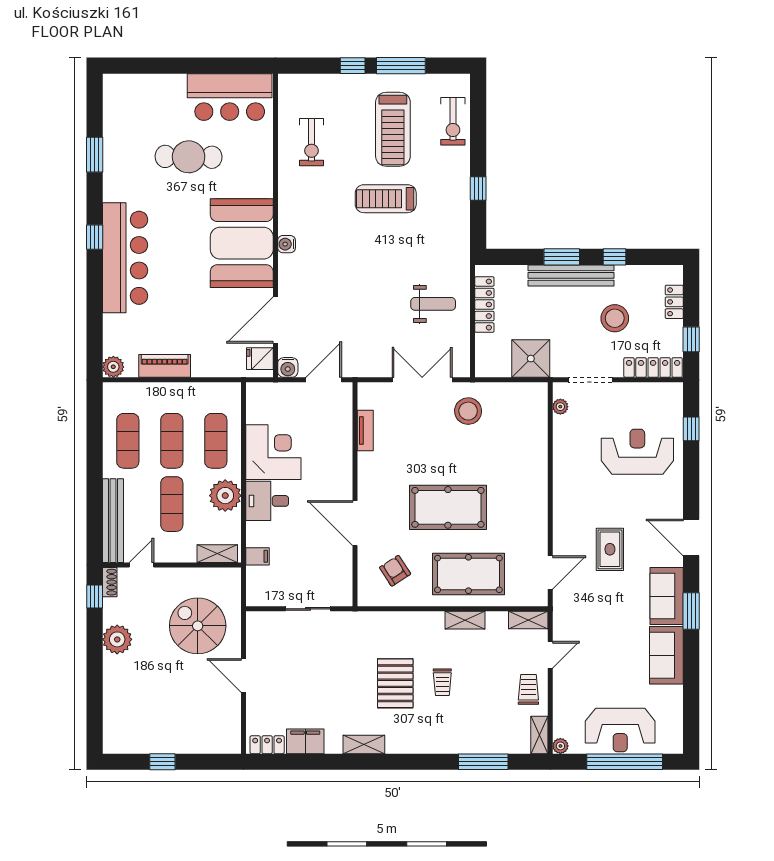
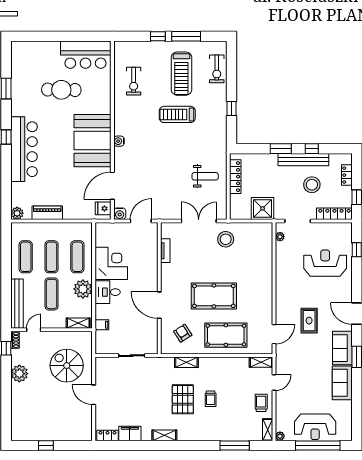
bench: (571, 275) -> (303, 160), moved
shelving: (465, 620) -> (186, 362), moved

